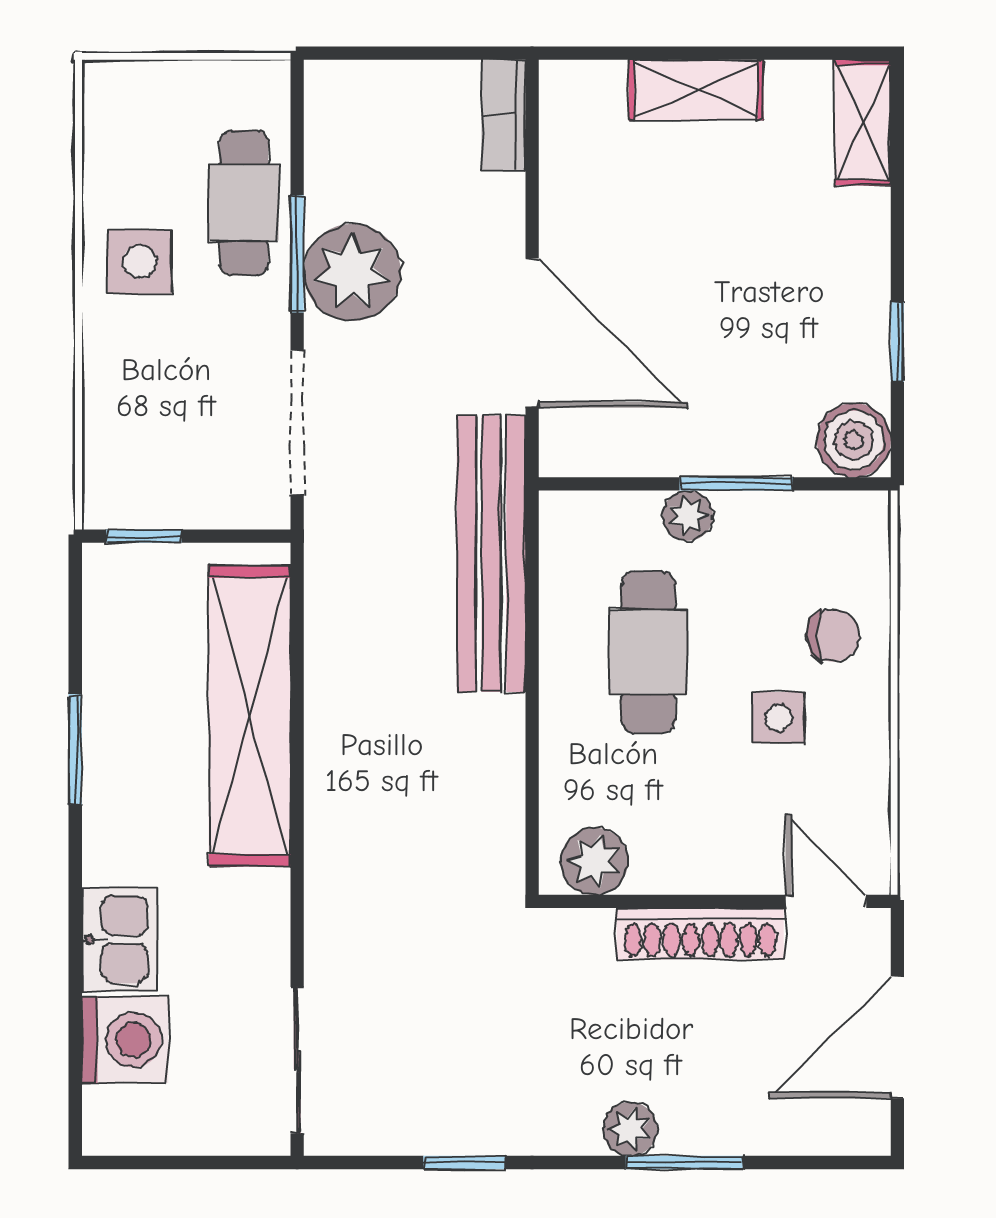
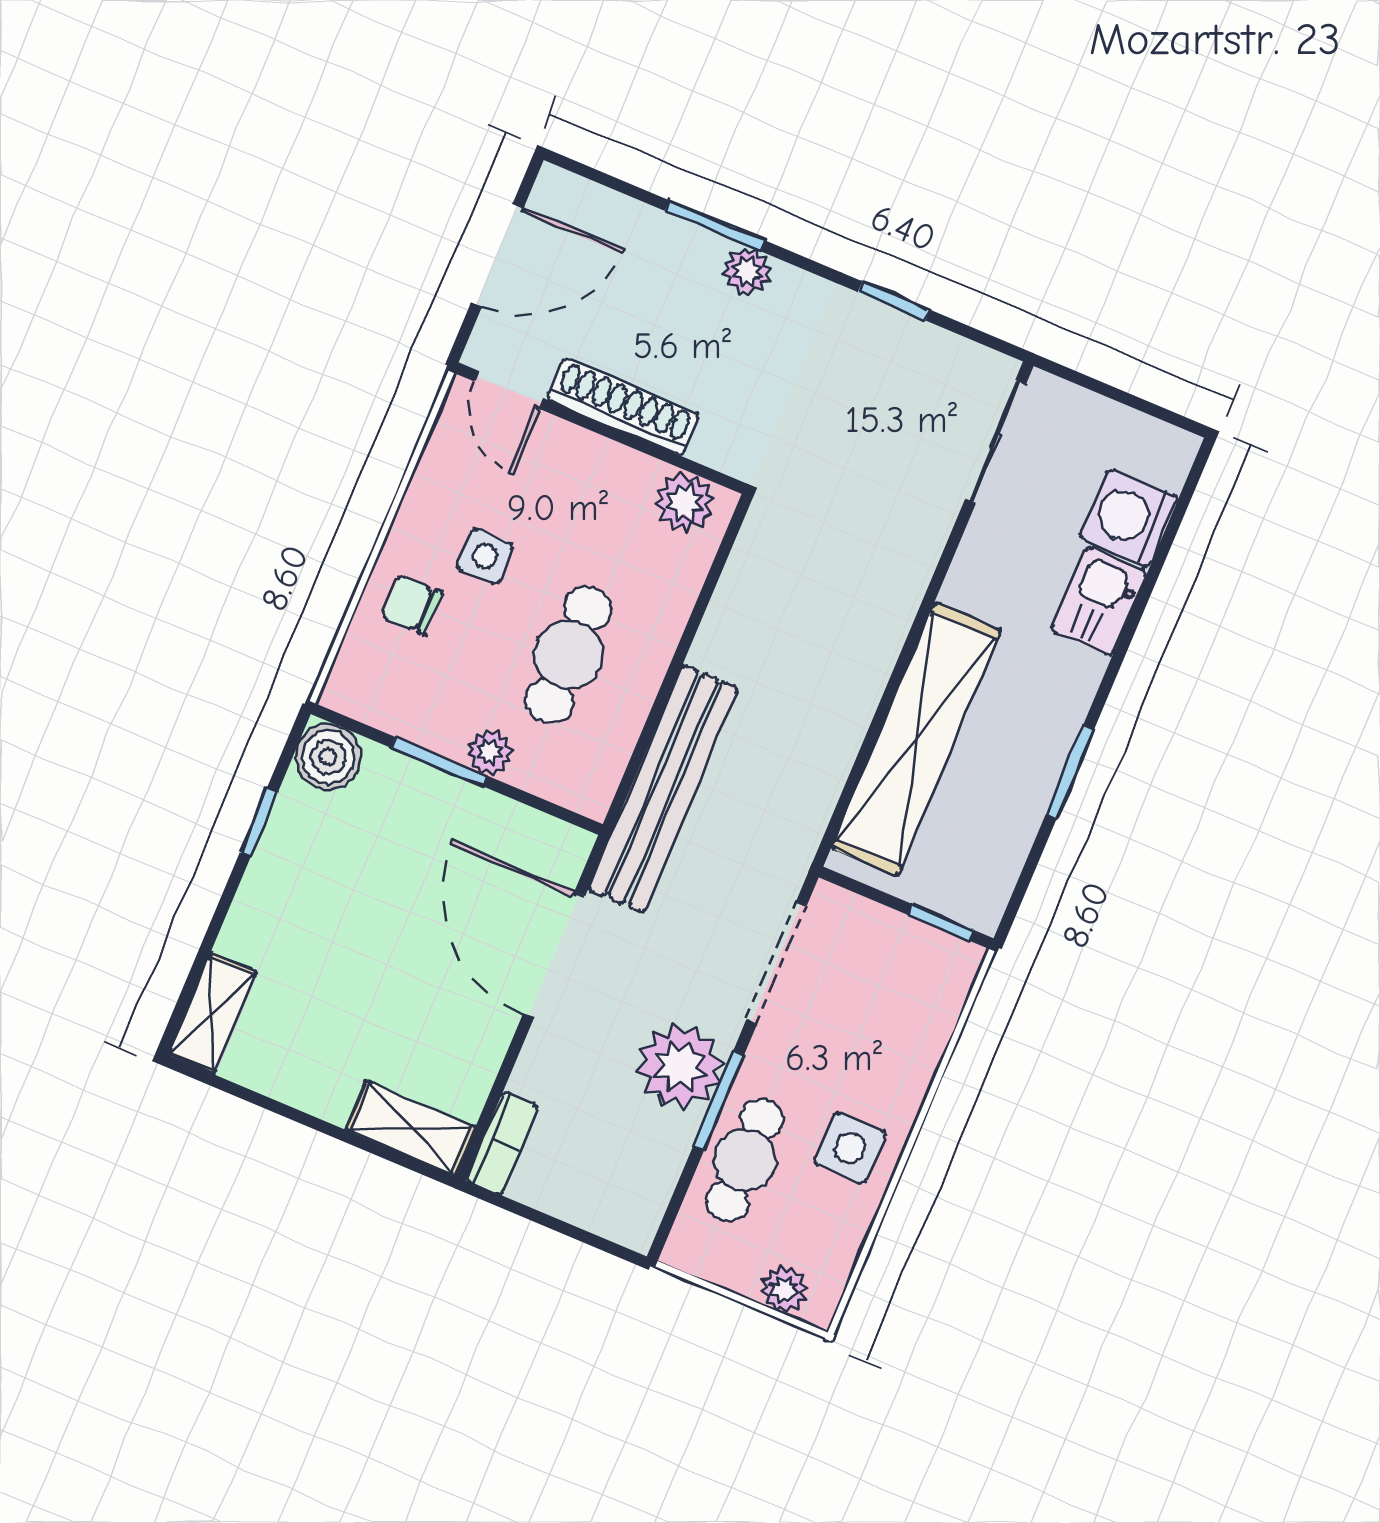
plant: (146, 85) -> (784, 1290), added
shelving: (696, 90) -> (411, 1128), moved

